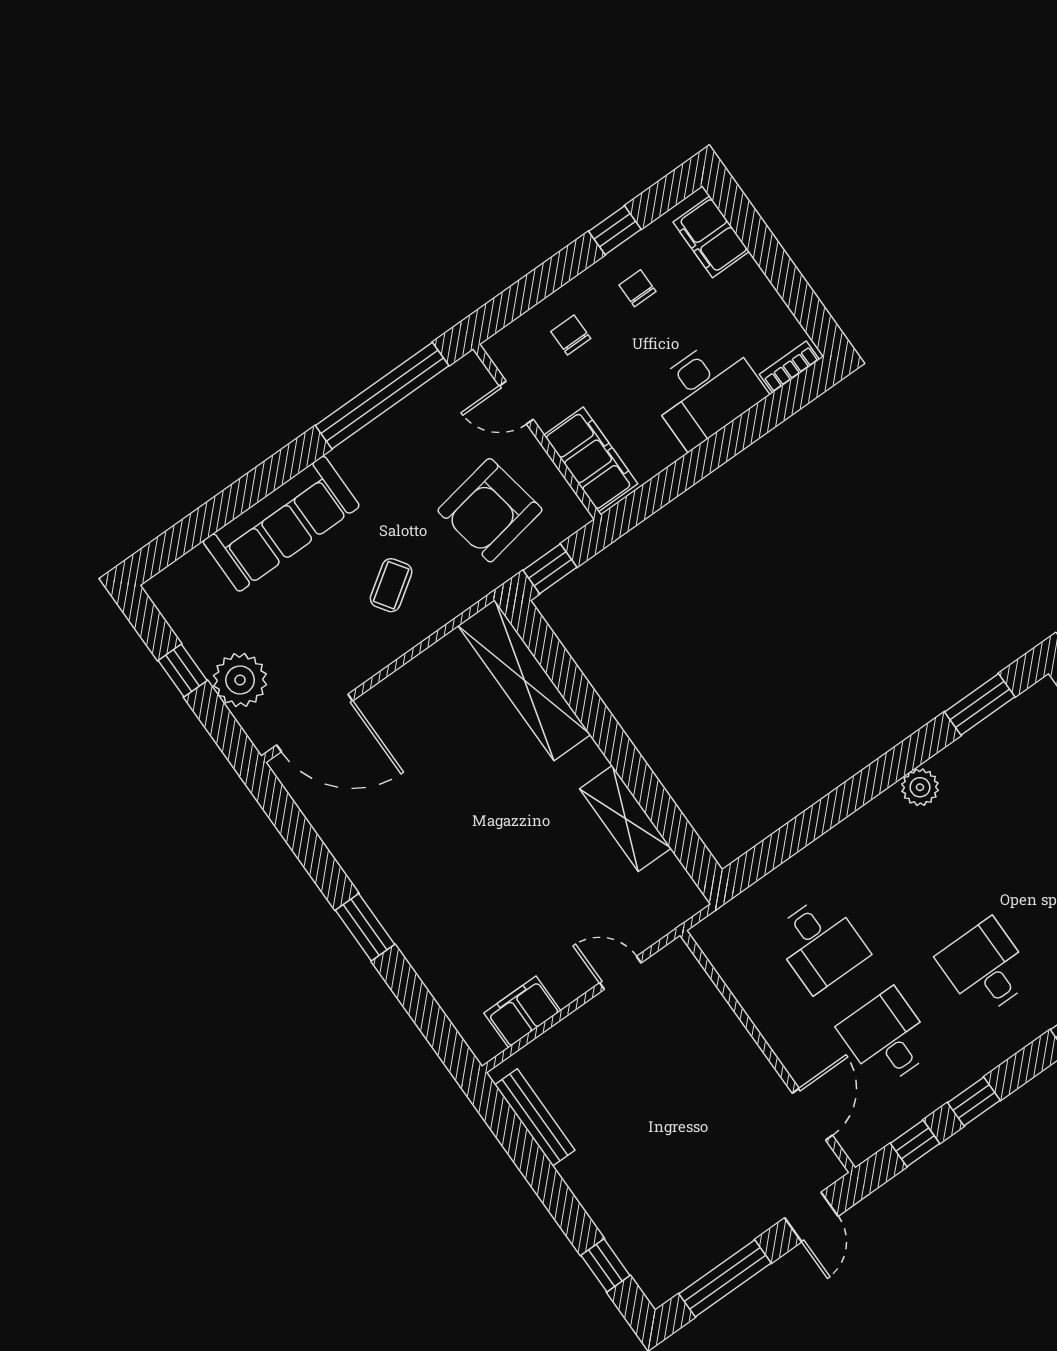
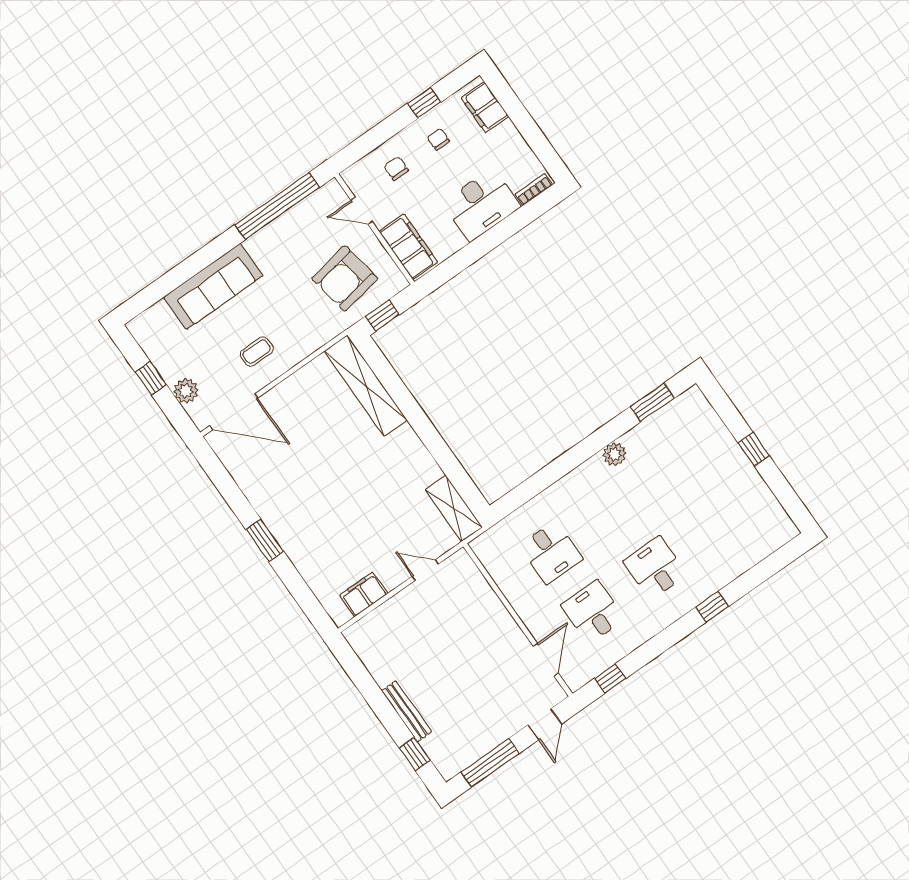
coffee table: (391, 585) -> (257, 352), moved, turned 34
plant: (240, 680) -> (186, 391), width x0.73, depth x0.73
shelving: (625, 818) -> (454, 508), moved
window: (974, 1101) -> (647, 652), removed
bench: (535, 1117) -> (407, 711), moved

